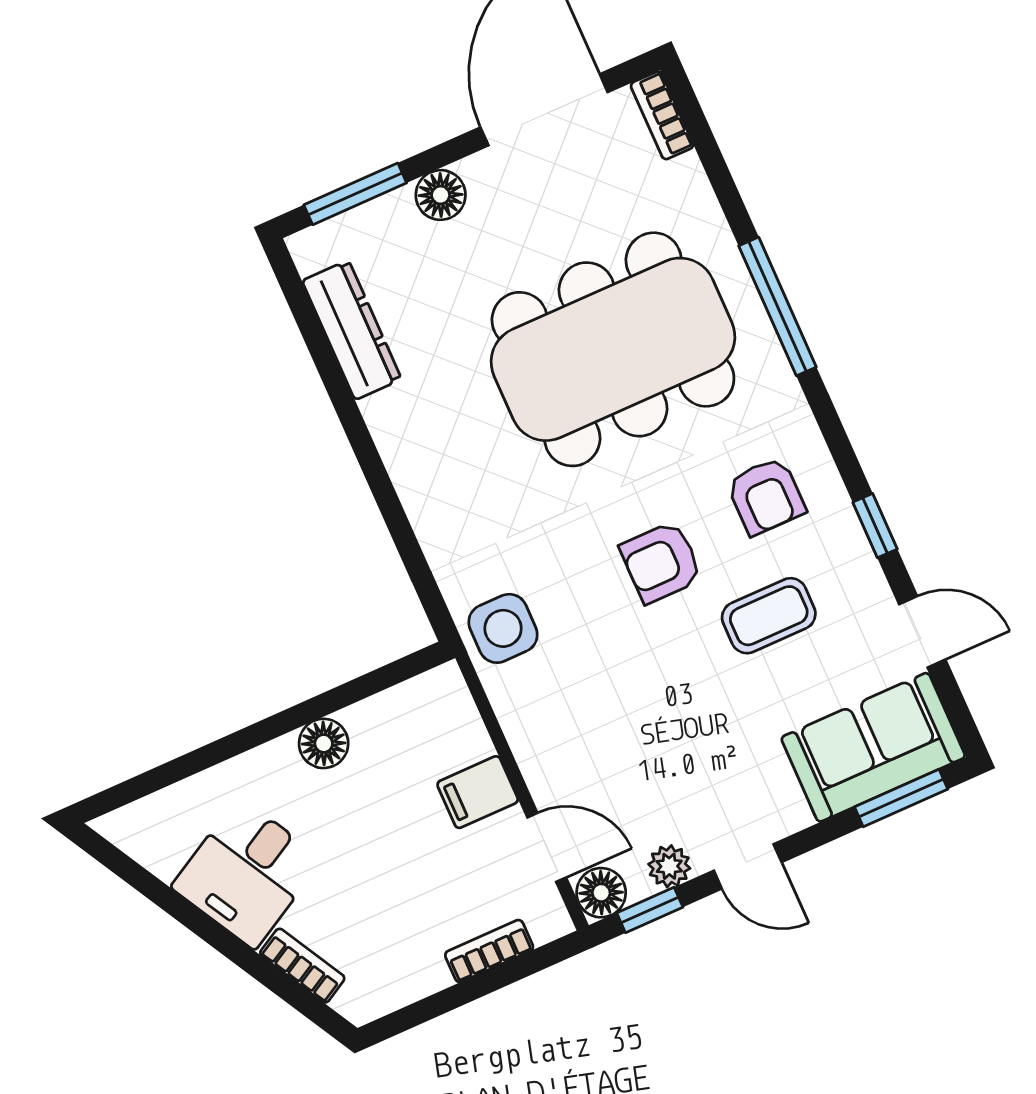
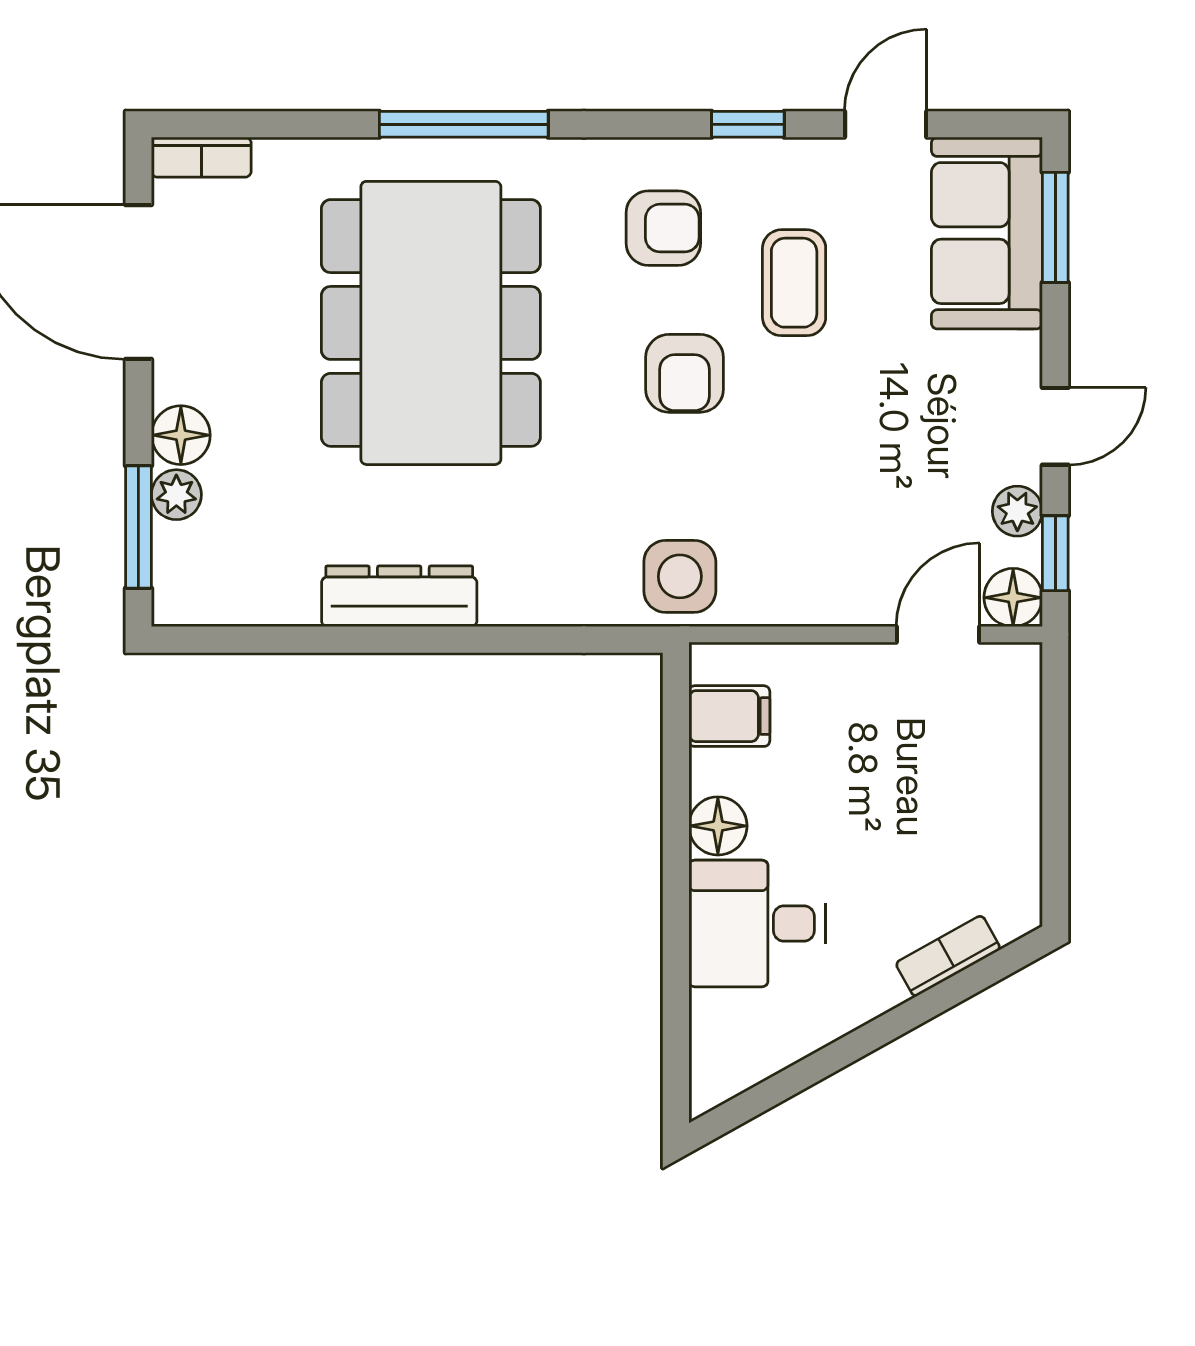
plant: (393, 212) -> (176, 495), added
dresser: (352, 330) -> (399, 596), moved
filing cabinet: (478, 792) -> (729, 716), moved, turned -90
desk: (247, 873) -> (757, 923), moved, turned 119
bookcase: (489, 951) -> (1022, 747), removed

